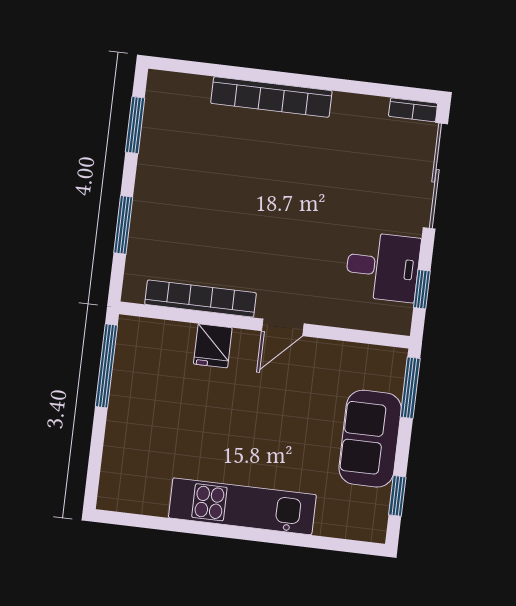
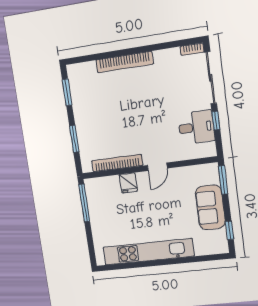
window: (422, 289) -> (216, 121), moved
kitchen unit: (242, 506) -> (148, 252), width x1.36

